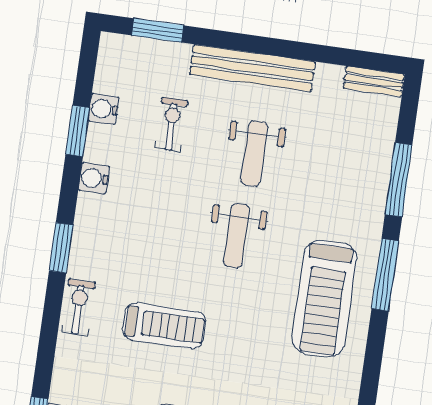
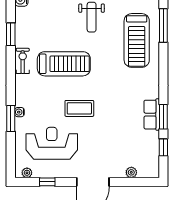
treadmill: (164, 326) -> (64, 64), width x1.37, depth x1.38

